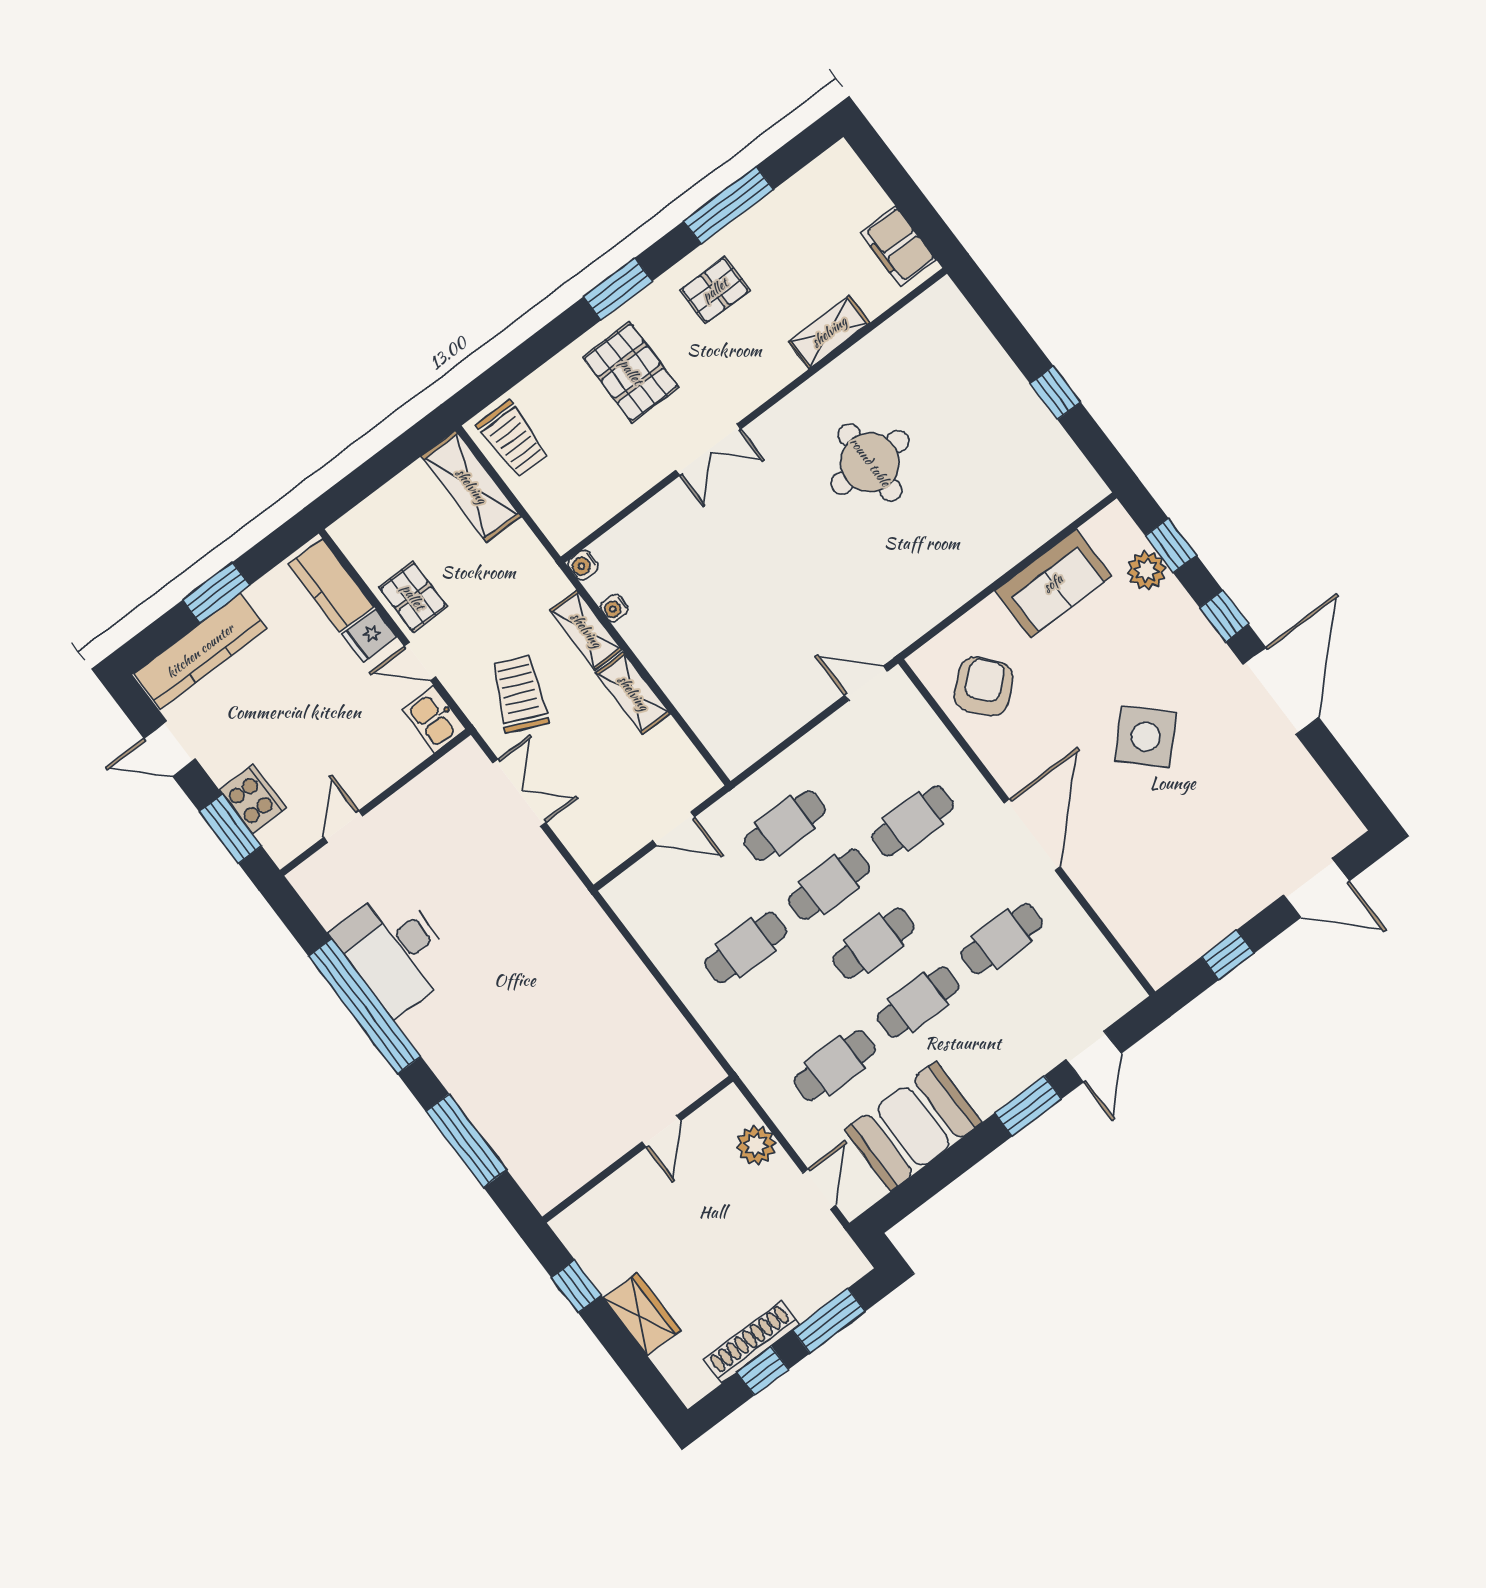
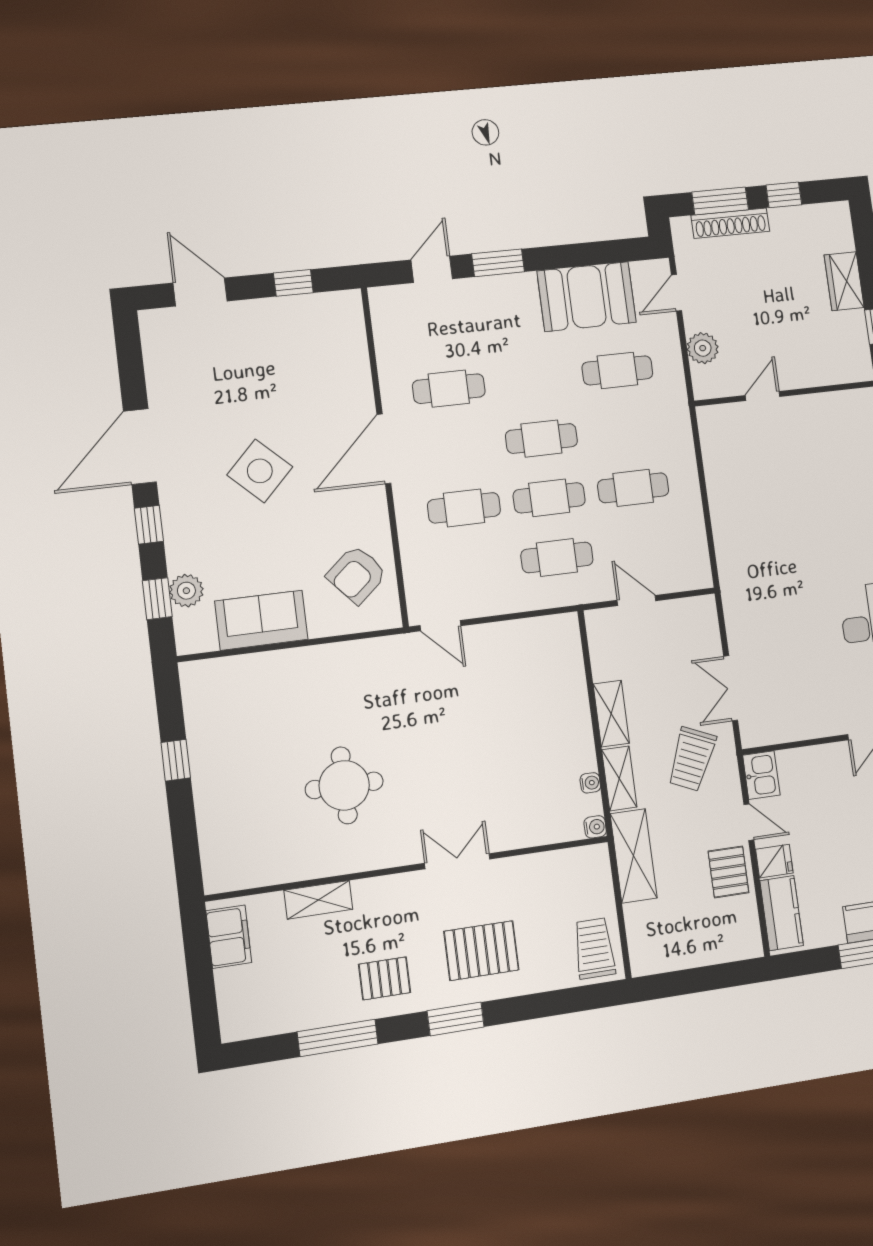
pallet: (631, 372) -> (481, 951), turned 90
shelving: (471, 486) -> (634, 856), moved
cafe table: (918, 1002) -> (534, 379), removed
shoe rack: (752, 1342) -> (730, 223), moved

